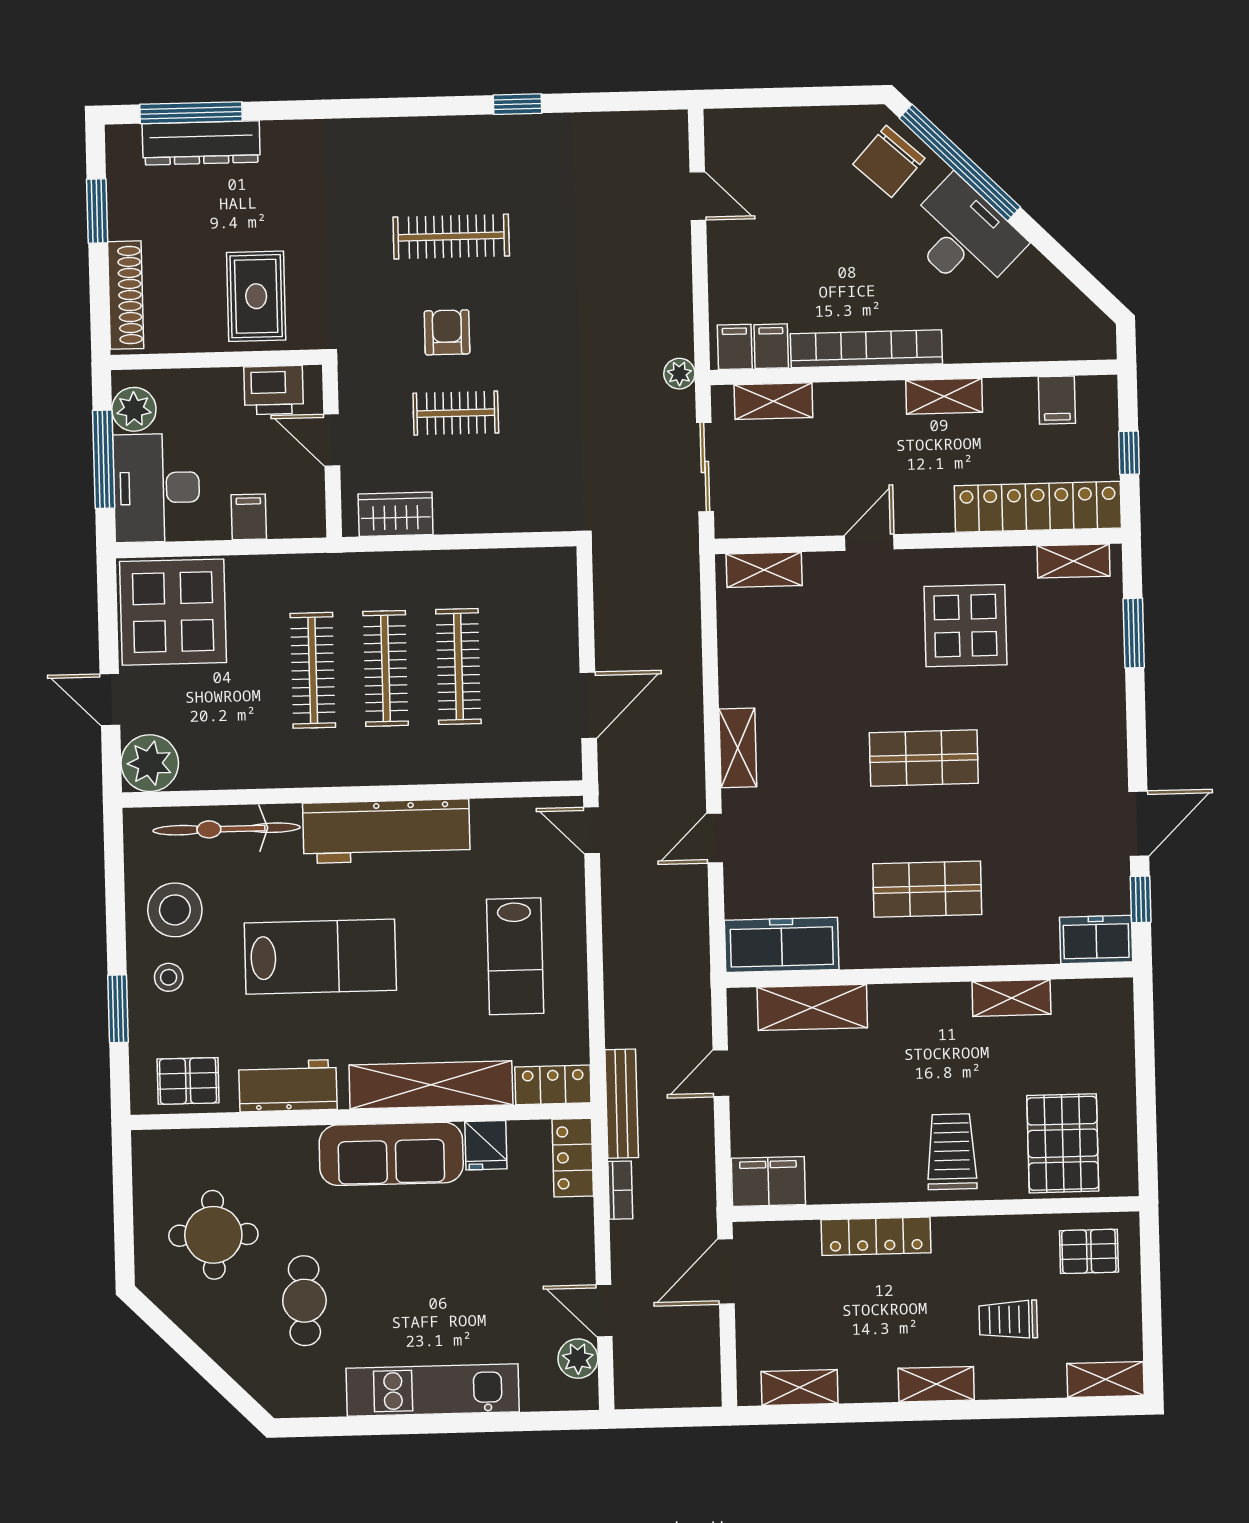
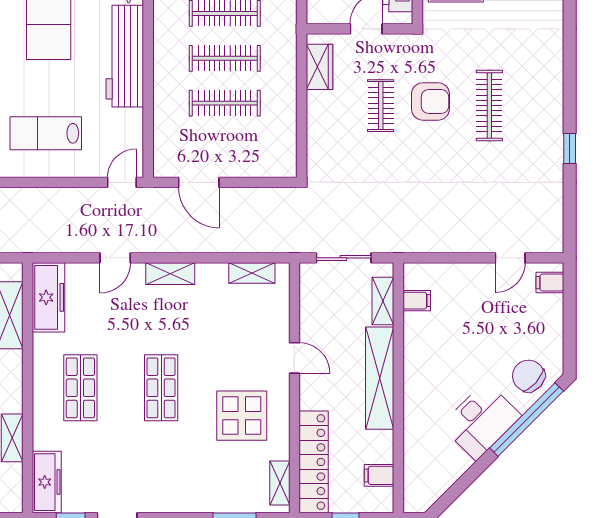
armchair: (447, 332) -> (430, 101), width x1.38, depth x1.38
filing cabinet: (735, 347) -> (550, 283), moved, turned 180
bookcase: (866, 349) -> (414, 359), removed
plant: (679, 374) -> (401, 244), removed
shelving: (944, 396) -> (380, 378), width x2.20, depth x1.33
shelving: (764, 570) -> (252, 273), moved, turned 90
door: (715, 838) -> (115, 258), swing flipped
freezer: (1096, 939) -> (47, 482), width x1.40

